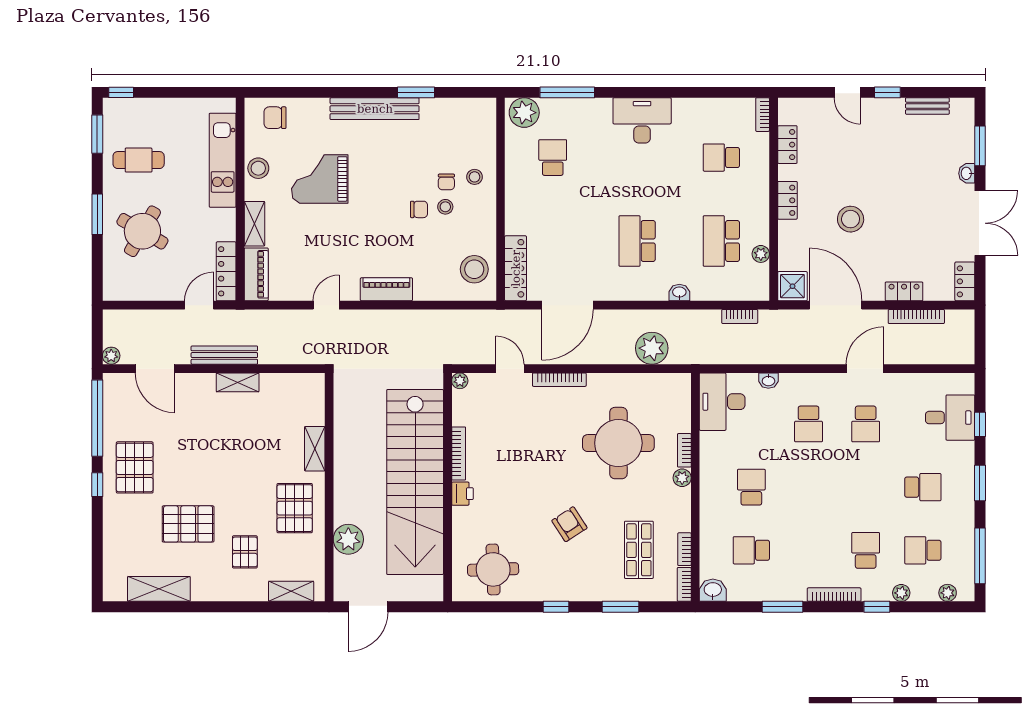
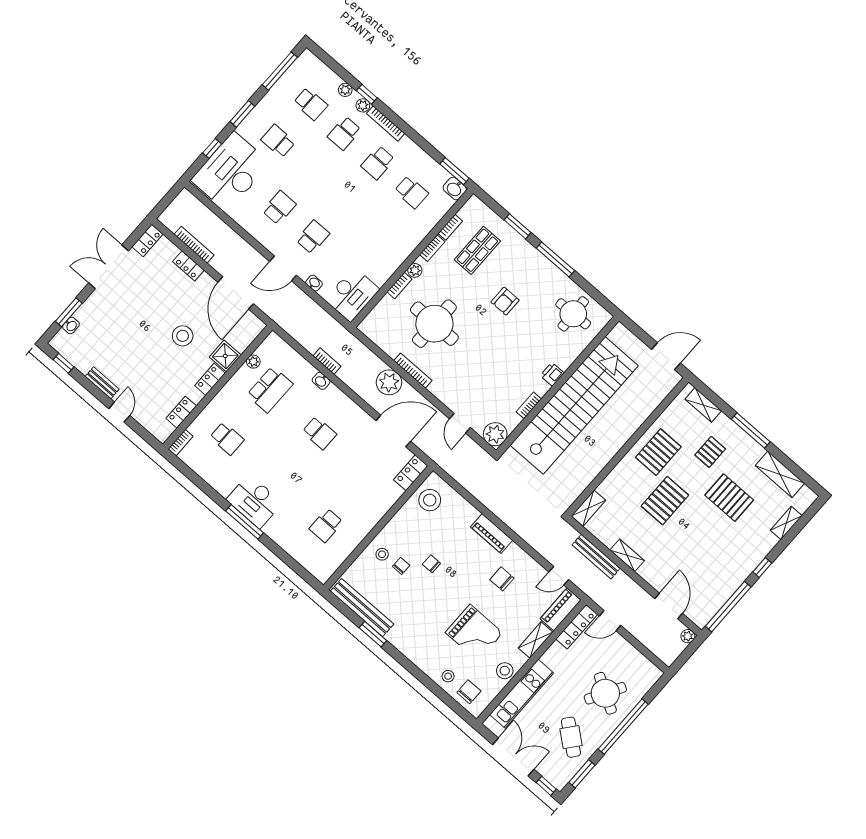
double door: (177, 92) -> (513, 757), added
window: (567, 92) -> (245, 522), moved
window: (887, 92) -> (63, 363), moved
bench: (927, 106) -> (102, 383), moved
bench: (375, 109) -> (362, 608), moved
plant: (524, 113) -> (320, 567), removed
chair: (275, 118) -> (469, 692), turned -90
cafe table: (139, 160) -> (571, 737), turned 39
washbasin: (967, 173) -> (71, 325), moved
stool: (445, 207) -> (448, 676), moved
window: (97, 214) -> (623, 727), width x2.11
school desk: (637, 241) -> (319, 433), width x0.54
chair: (338, 254) -> (502, 579), added
locker: (516, 268) -> (411, 473), width x0.66
shower: (792, 286) -> (225, 356), moved
door: (326, 305) -> (559, 576), moved
bookcase: (740, 316) -> (327, 361), moved
plant: (652, 348) -> (389, 382), moved
bench: (224, 355) -> (596, 557), moved
door: (865, 369) -> (283, 268), moved
bookcase: (559, 380) -> (413, 371), moved
plant: (460, 381) -> (495, 434), width x1.88, depth x1.88
desk: (950, 418) -> (231, 172), width x1.87, depth x1.30
shelving: (315, 449) -> (588, 508), moved
bookcase: (459, 454) -> (529, 405), width x0.64
pallet: (135, 467) -> (665, 501), moved
school desk: (751, 487) -> (378, 163), moved
armchair: (569, 524) -> (505, 301), turned 33
plant: (348, 539) -> (643, 406), removed
shelving: (112, 548) -> (786, 523), added
bookcase: (684, 584) -> (432, 248), moved
plant: (948, 593) -> (363, 105), moved
window: (224, 607) -> (751, 430), added
window: (556, 607) -> (555, 259), width x2.17
window: (783, 607) -> (454, 171), moved

